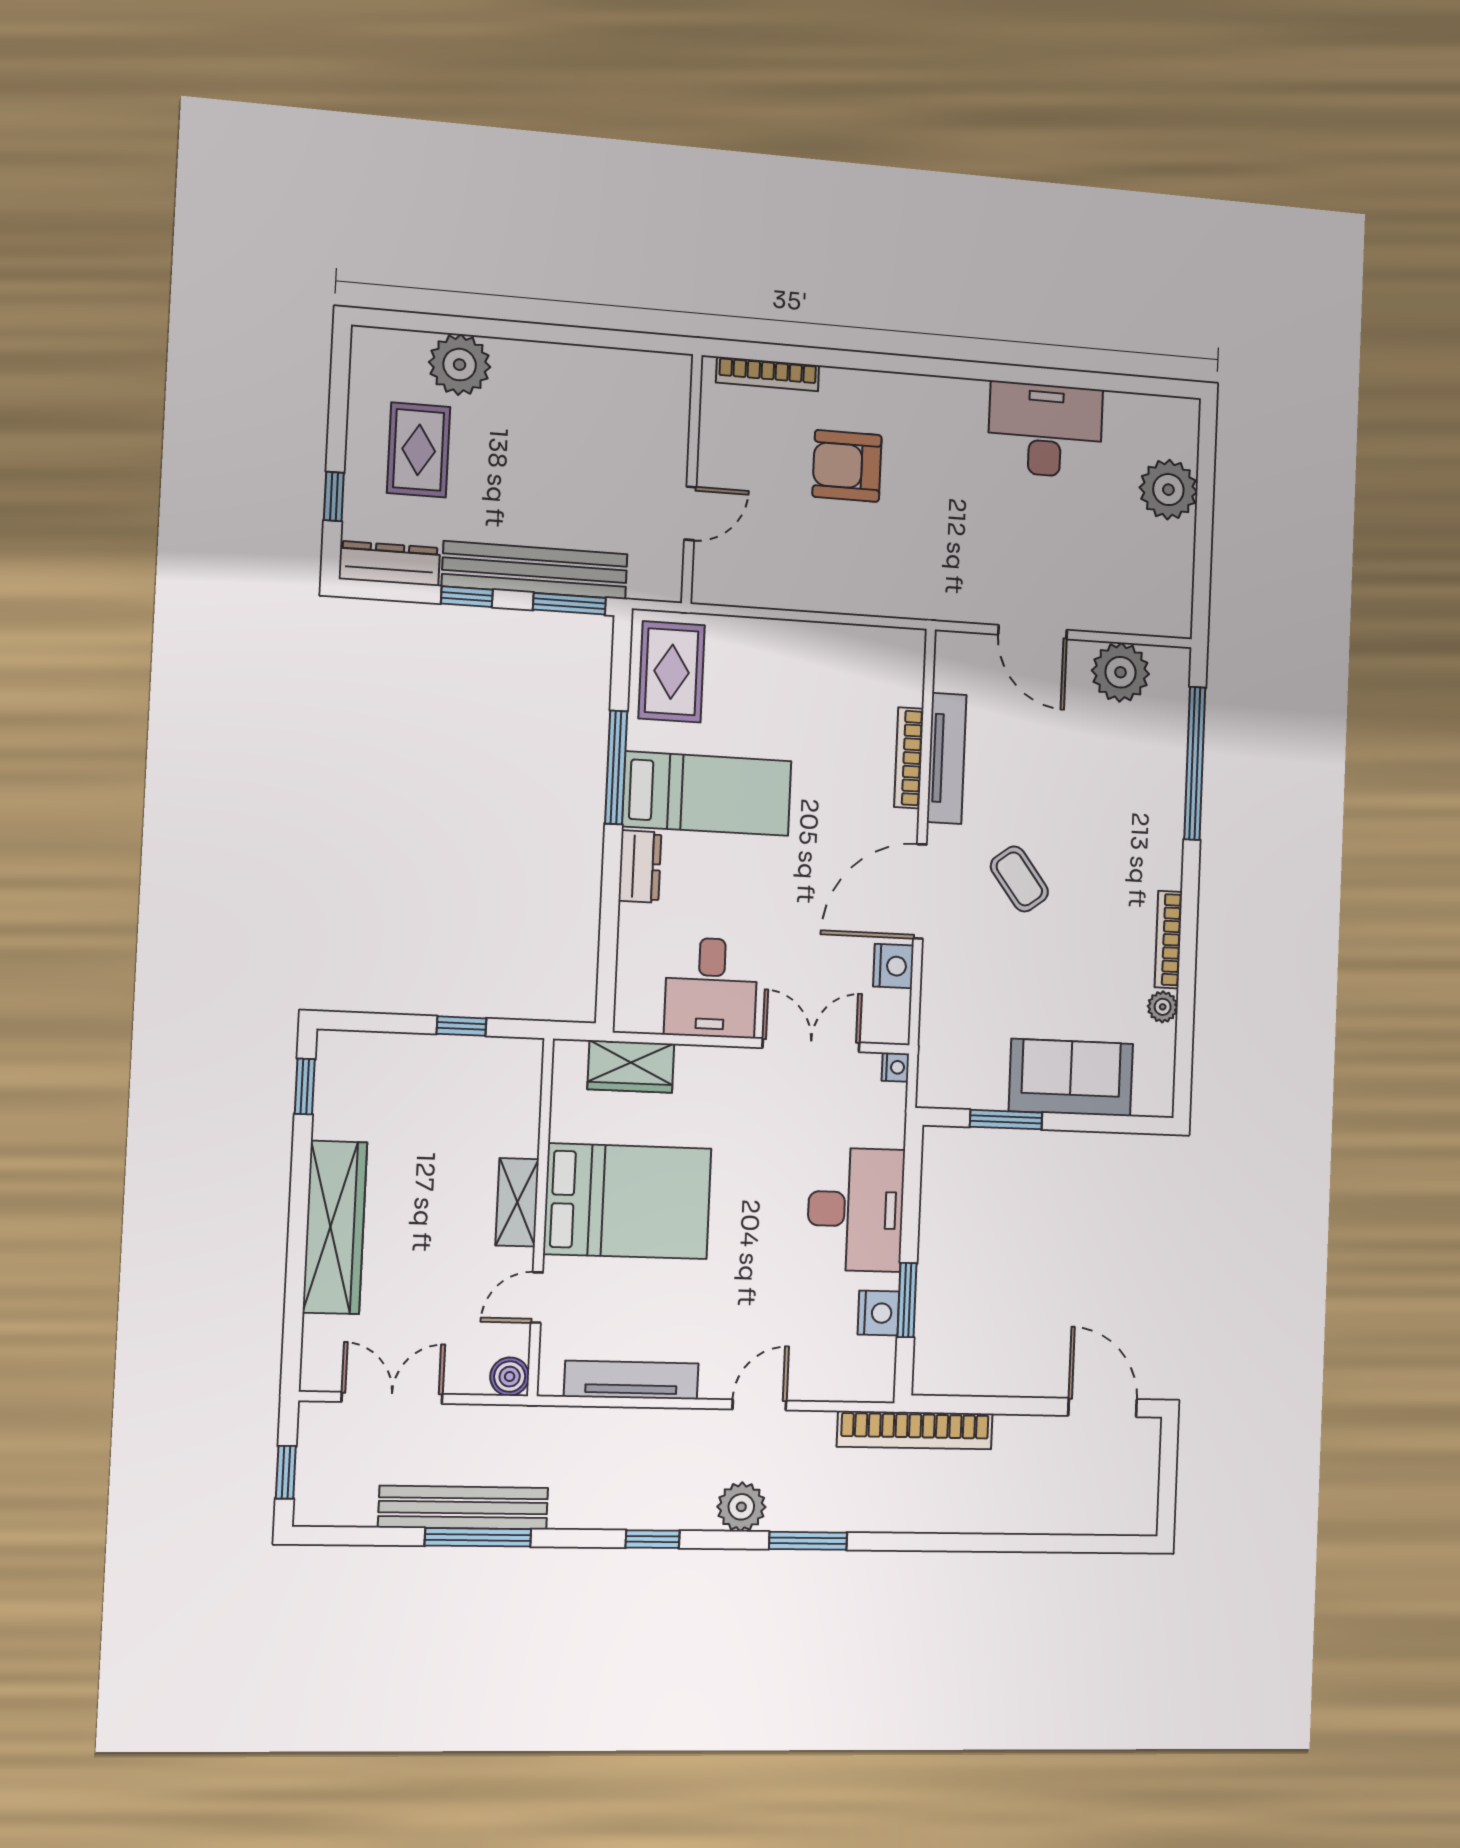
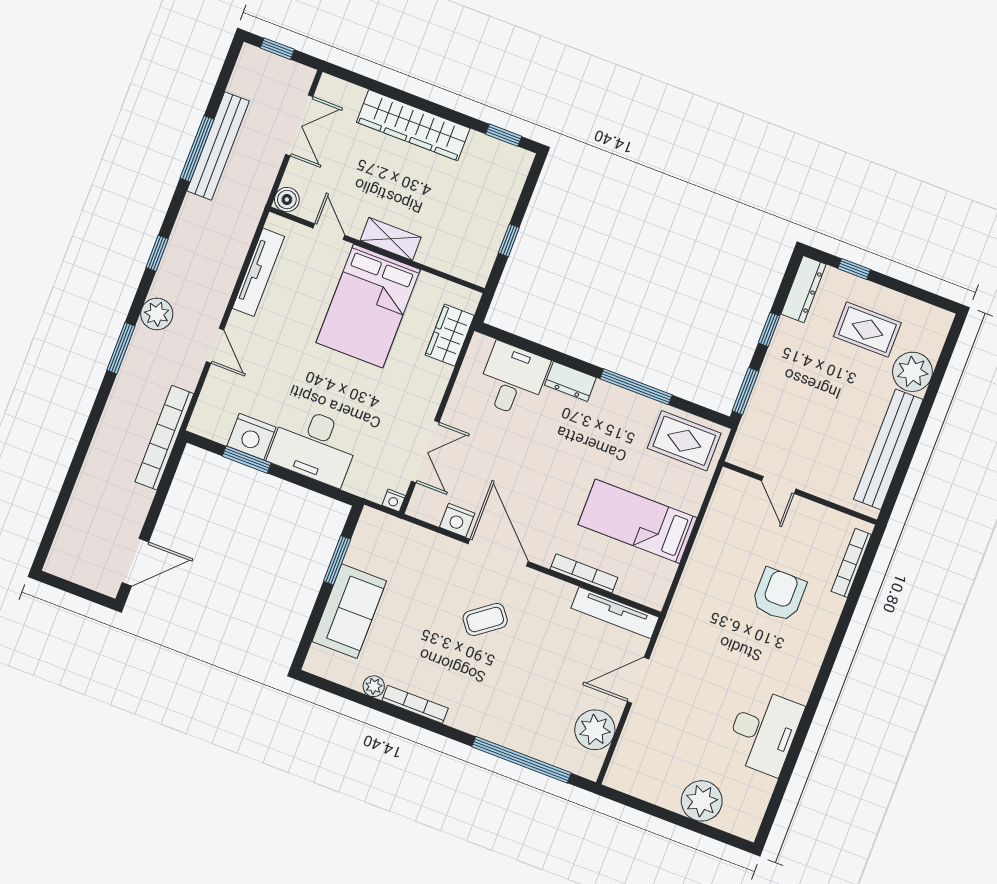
bench: (535, 570) -> (888, 449), moved
tv unit: (947, 758) -> (615, 613), moved
bed: (707, 794) -> (637, 521), moved, turned 90
desk: (711, 988) -> (513, 380), moved, turned 90
nightstand: (878, 1313) -> (251, 437), width x1.36, depth x1.33

